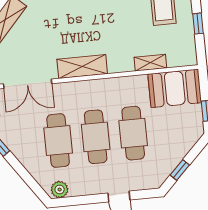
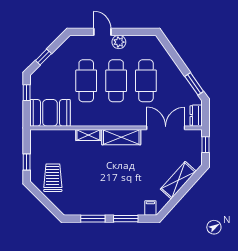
shelving: (150, 63) -> (88, 135), moved
window: (180, 170) -> (43, 57), moved
plant: (60, 190) -> (119, 42), moved

